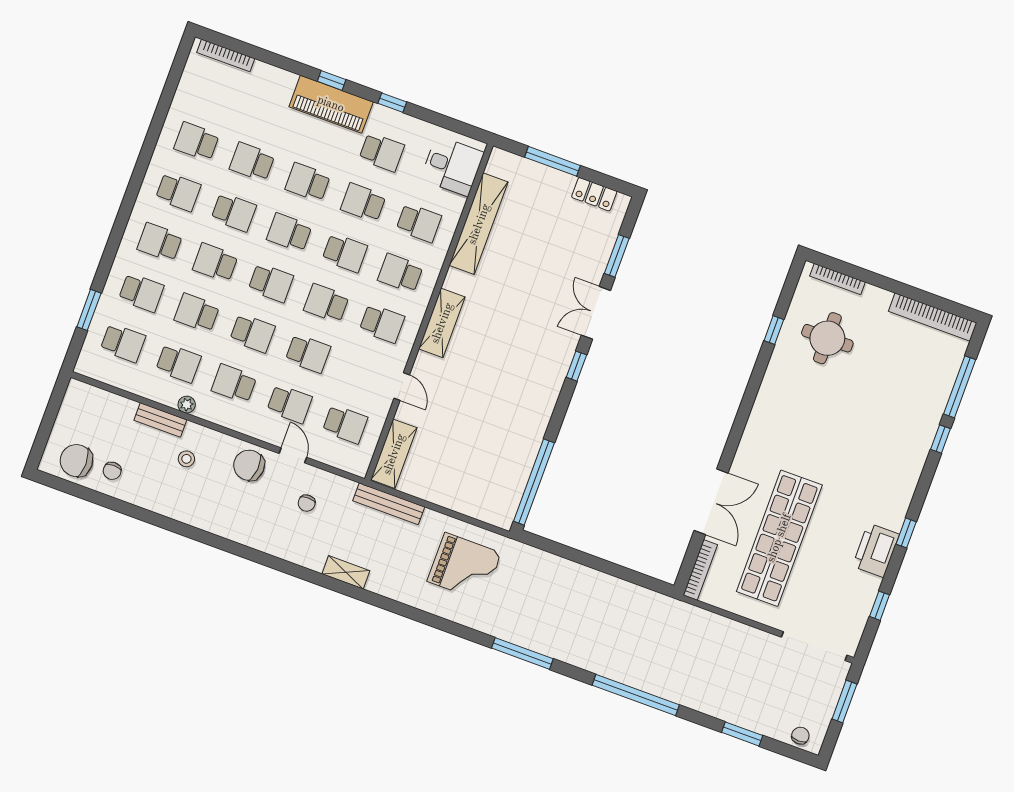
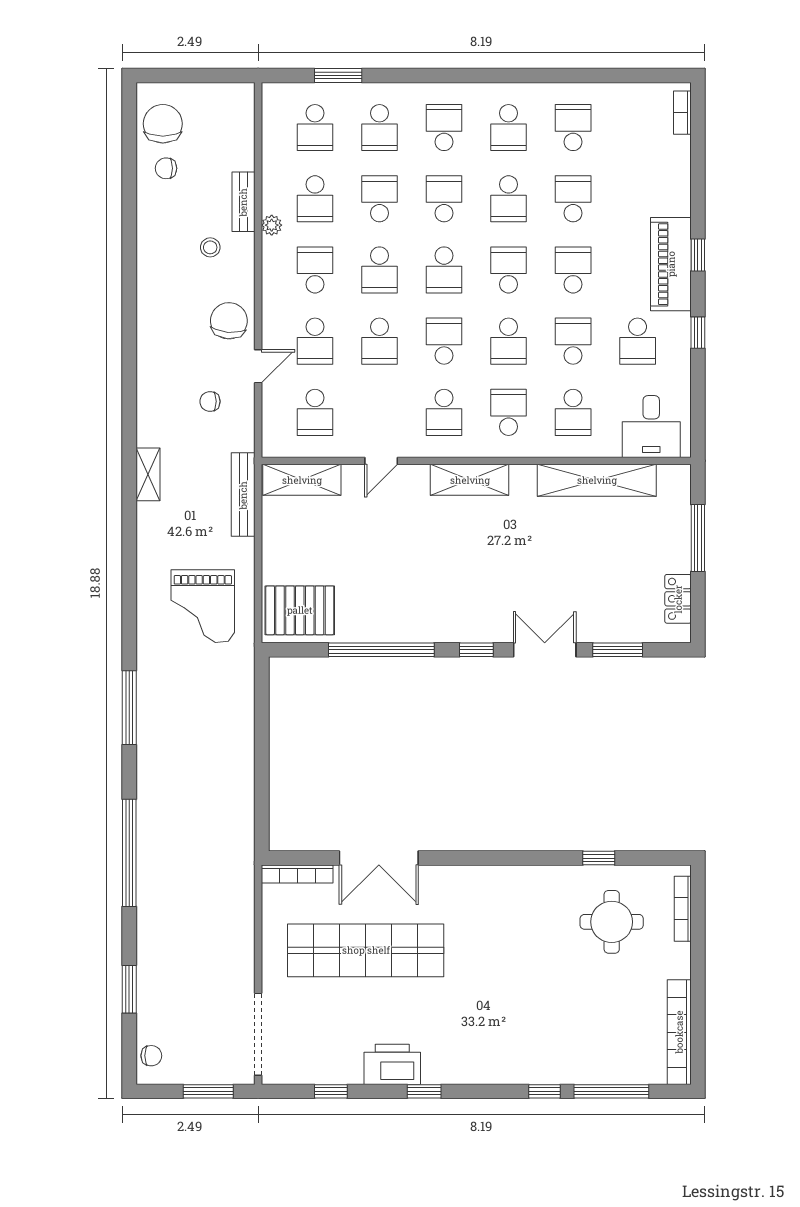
bookcase: (226, 55) -> (682, 113), width x0.64
window: (534, 482) -> (381, 650), moved
pallet: (495, 493) -> (300, 610), added

